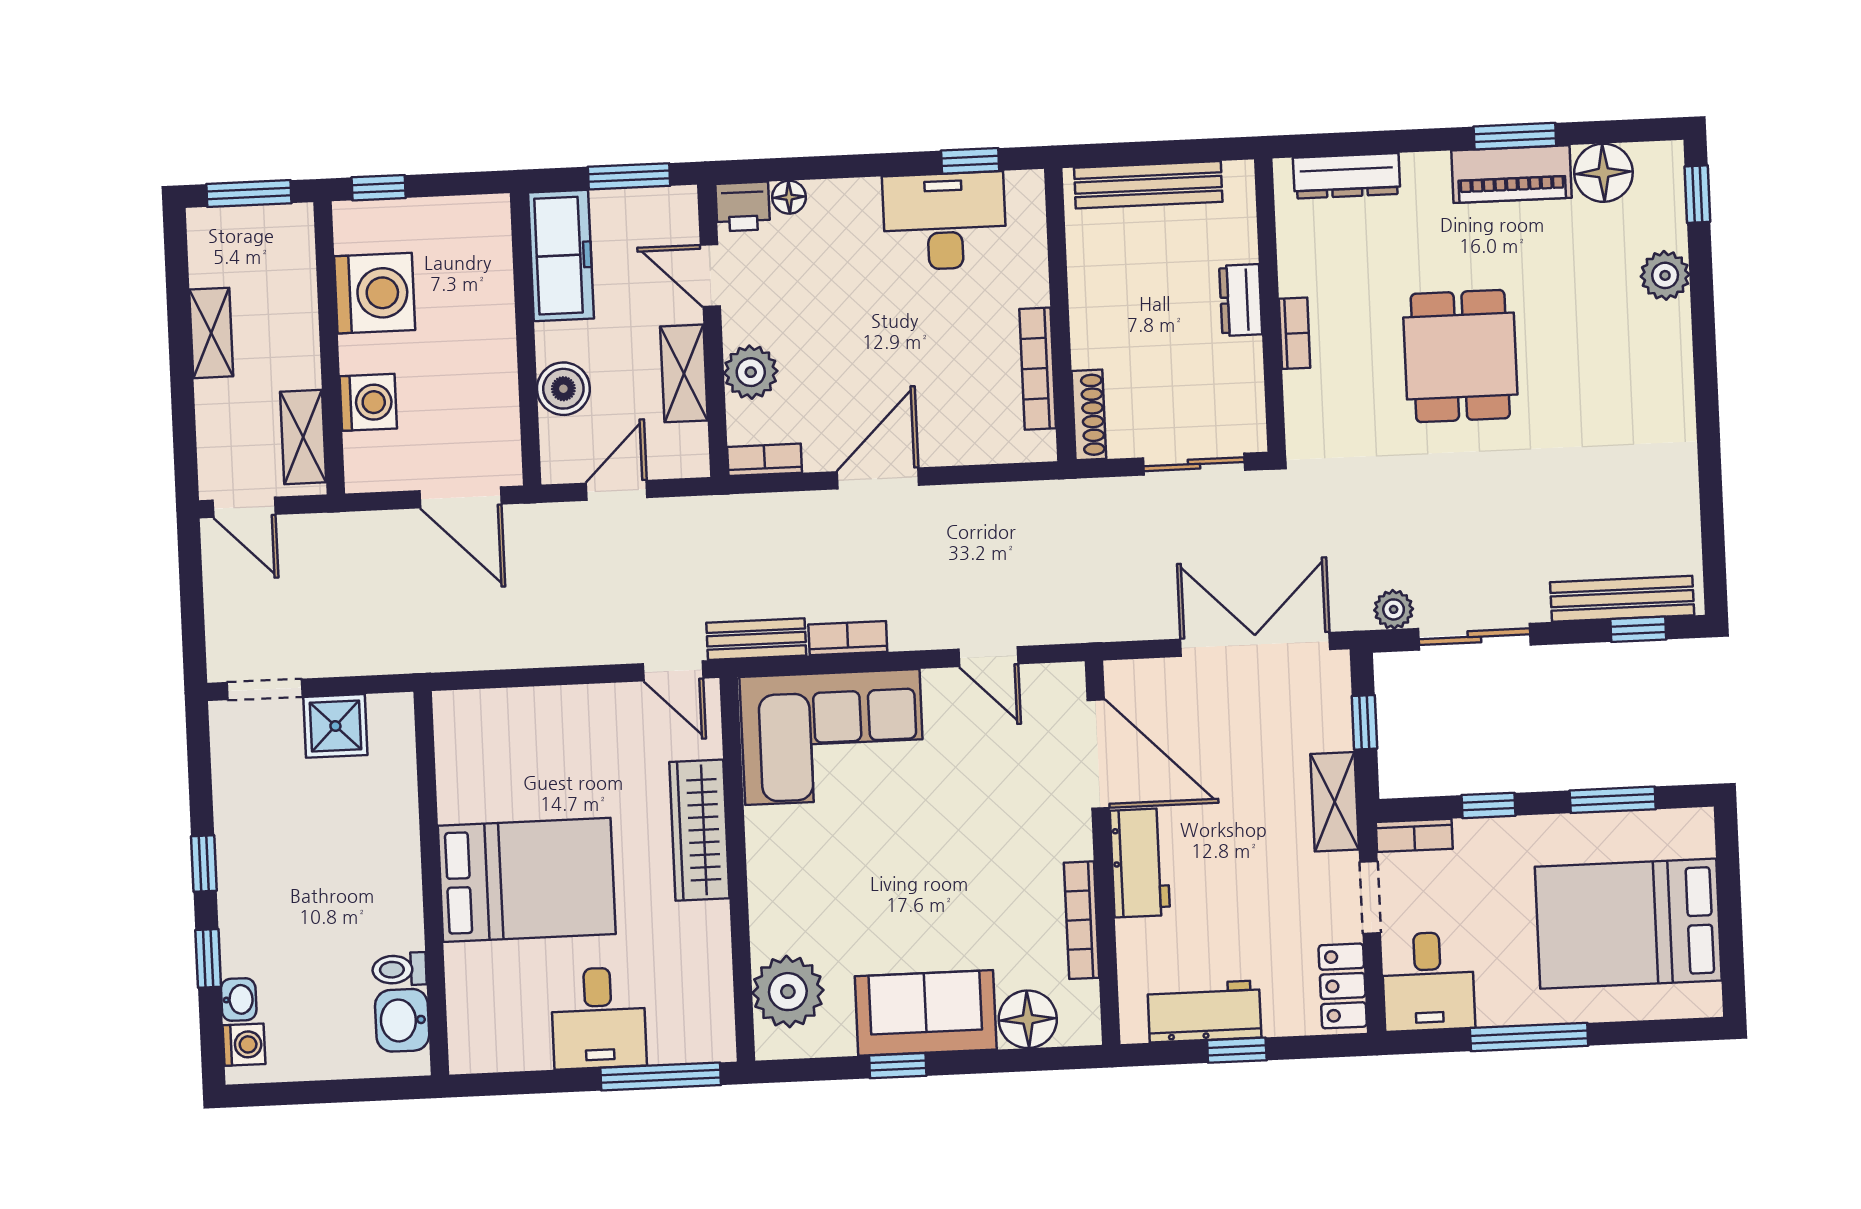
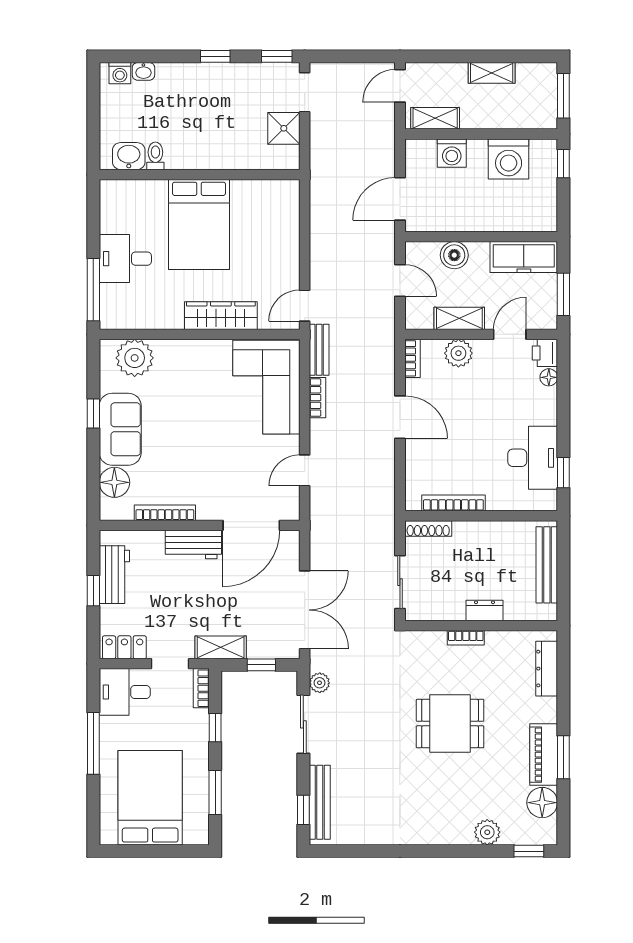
window: (208, 958) -> (277, 56), moved

